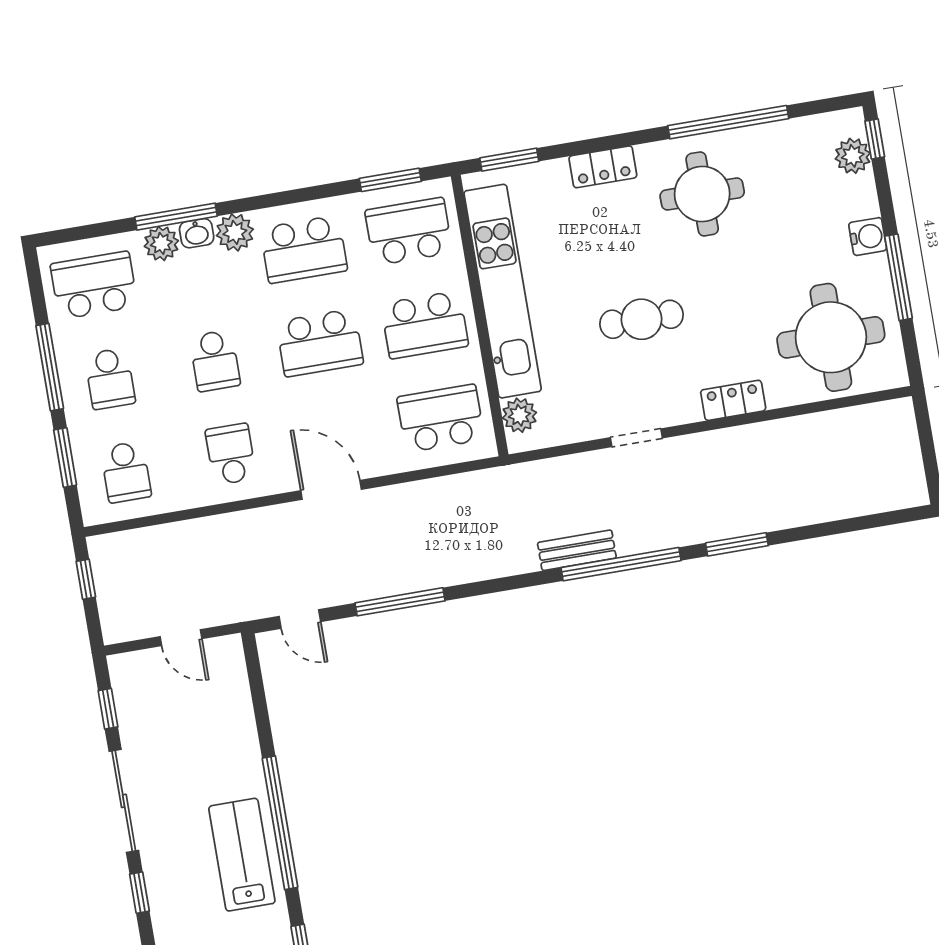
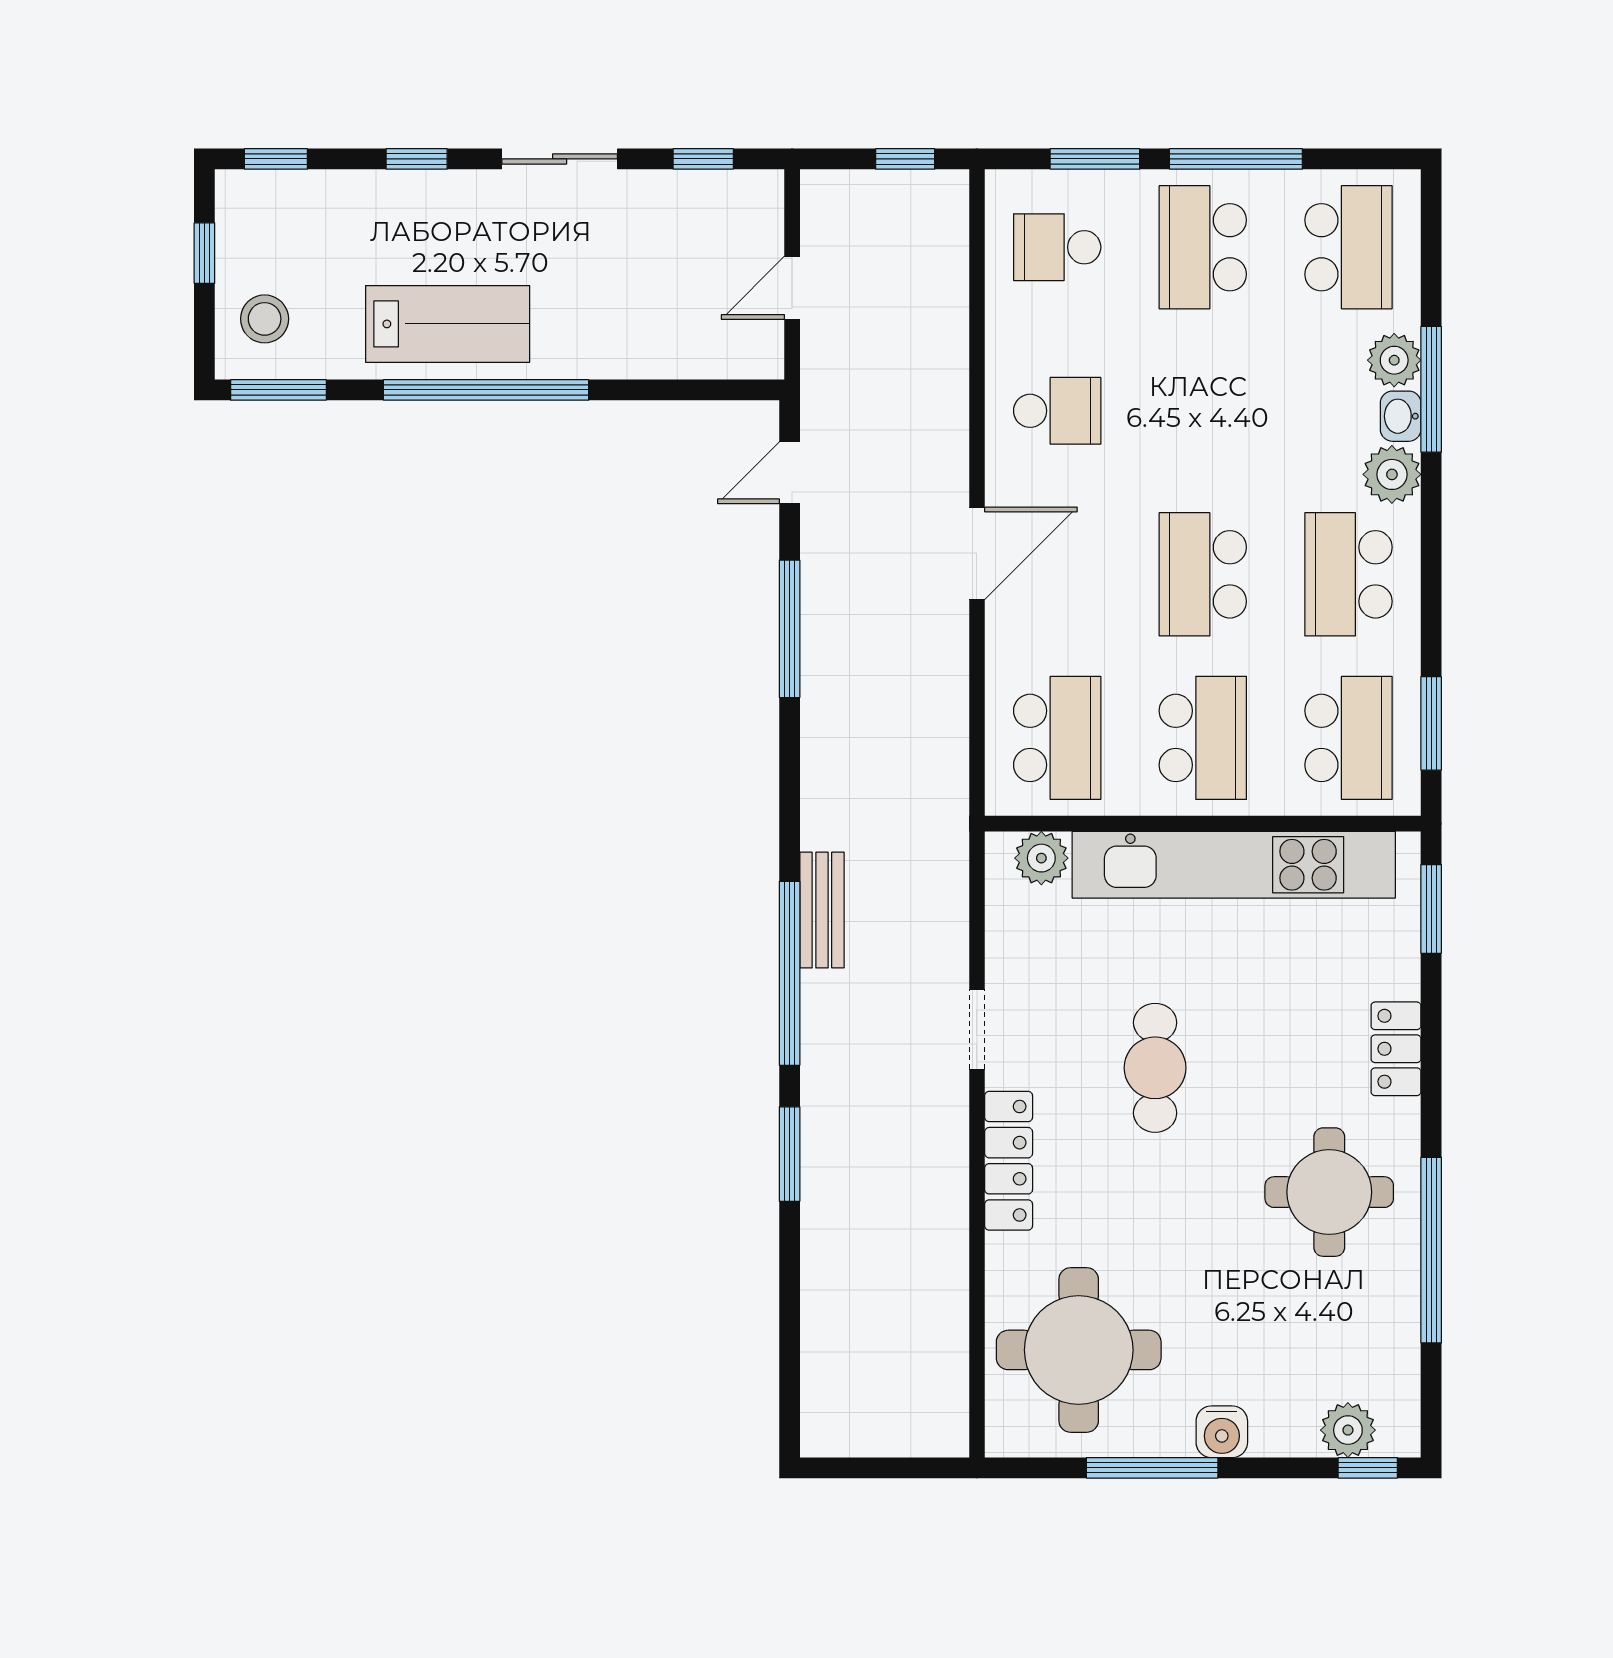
school desk: (425, 325) -> (1203, 738), turned 180
school desk: (215, 361) -> (1203, 411), removed
school desk: (110, 379) -> (1203, 247), width x1.85
locker: (733, 400) -> (1009, 1161), width x1.53
sliding door: (124, 801) -> (560, 159), width x0.73

